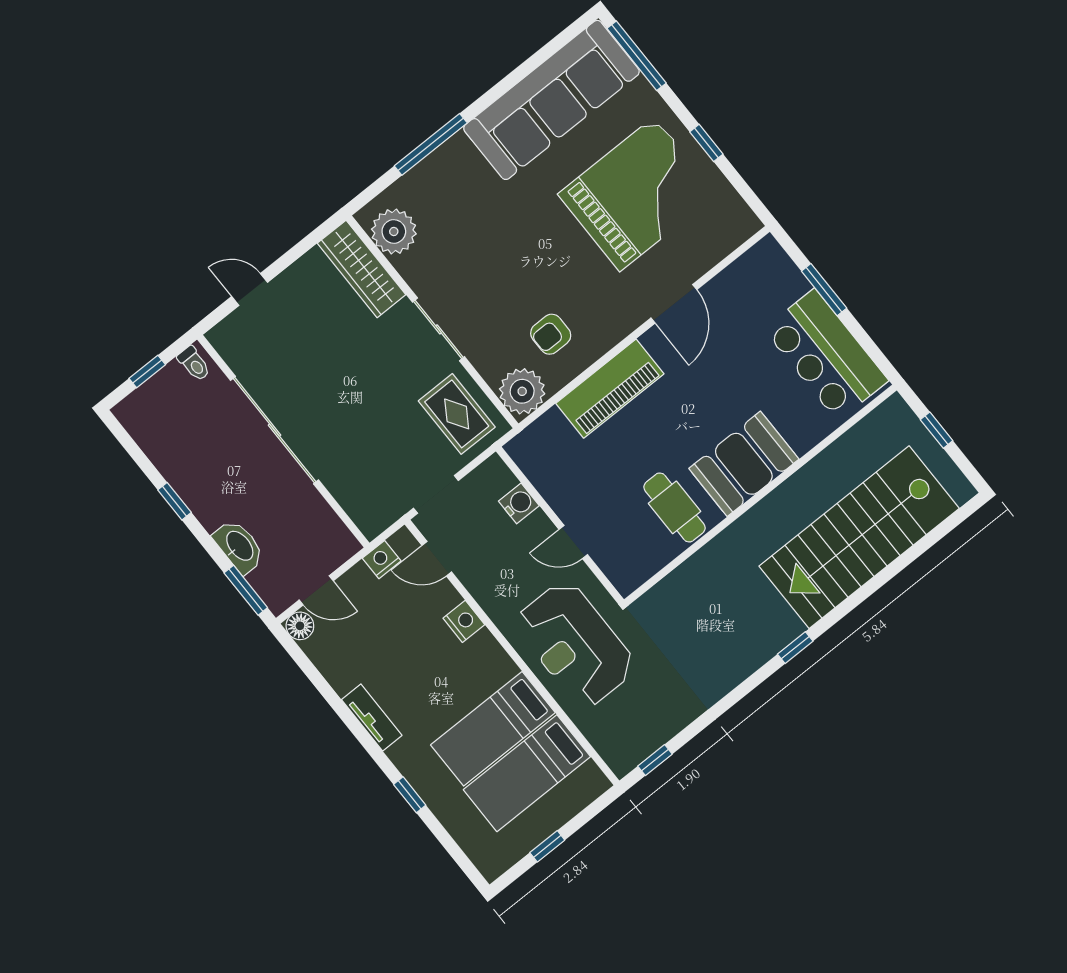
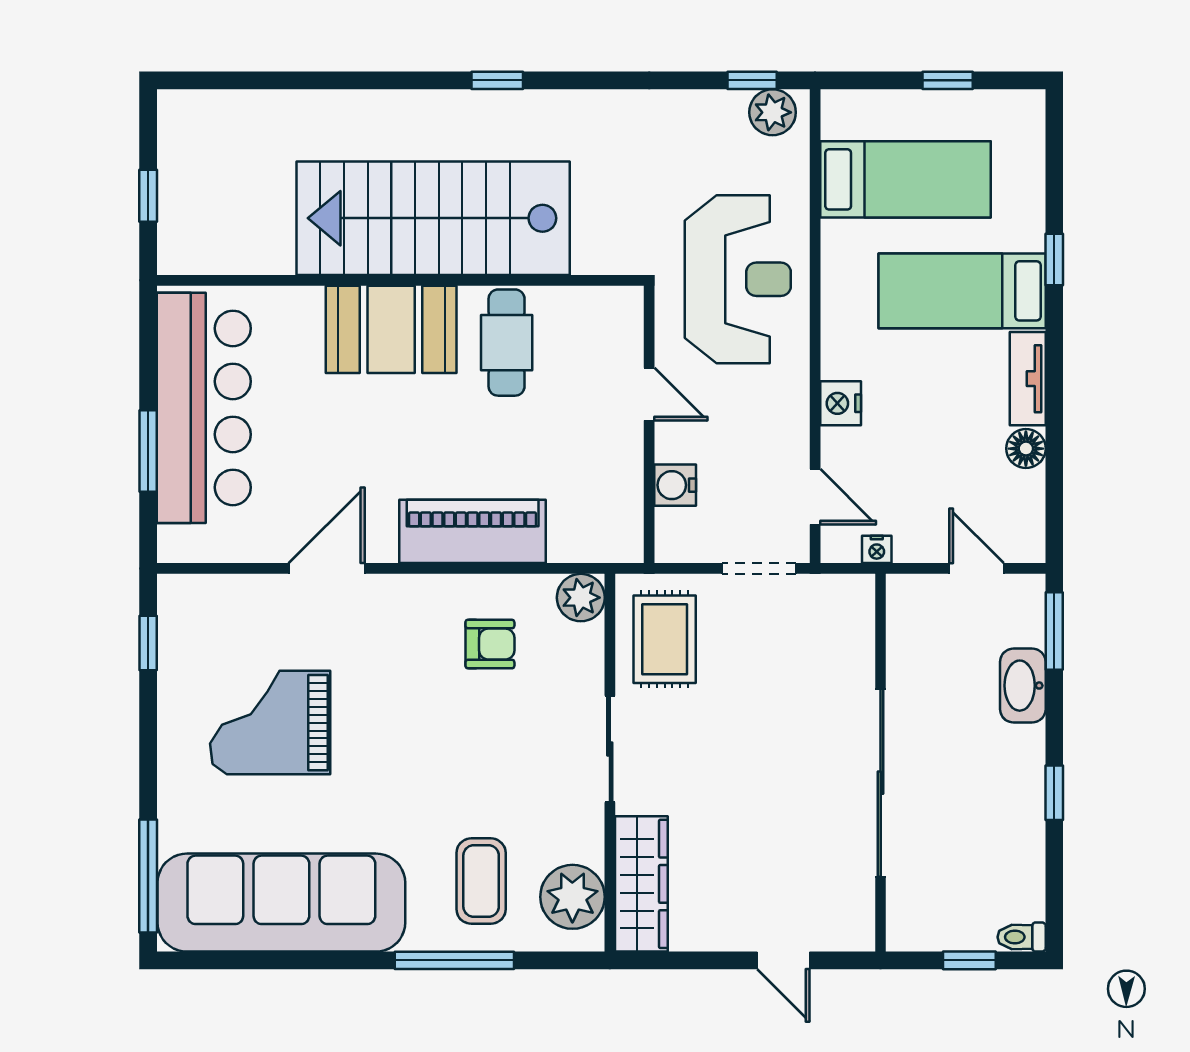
window: (706, 143) -> (148, 643), moved
grand piano: (637, 194) -> (270, 723), width x0.73, depth x0.68
coffee table: (451, 200) -> (481, 881), added
bar counter: (826, 355) -> (204, 408), width x1.36
toilet: (194, 364) -> (1022, 937), moved, turned -90
plant: (522, 391) -> (581, 598), width x0.73, depth x0.73
stairs: (859, 537) -> (433, 218), moved, turned 180
nightstand: (382, 560) -> (877, 549), width x0.72, depth x0.74
floor lamp: (300, 626) -> (1026, 449), moved
bed: (493, 729) -> (962, 291), moved, turned 180
plant: (630, 752) -> (773, 112), added

